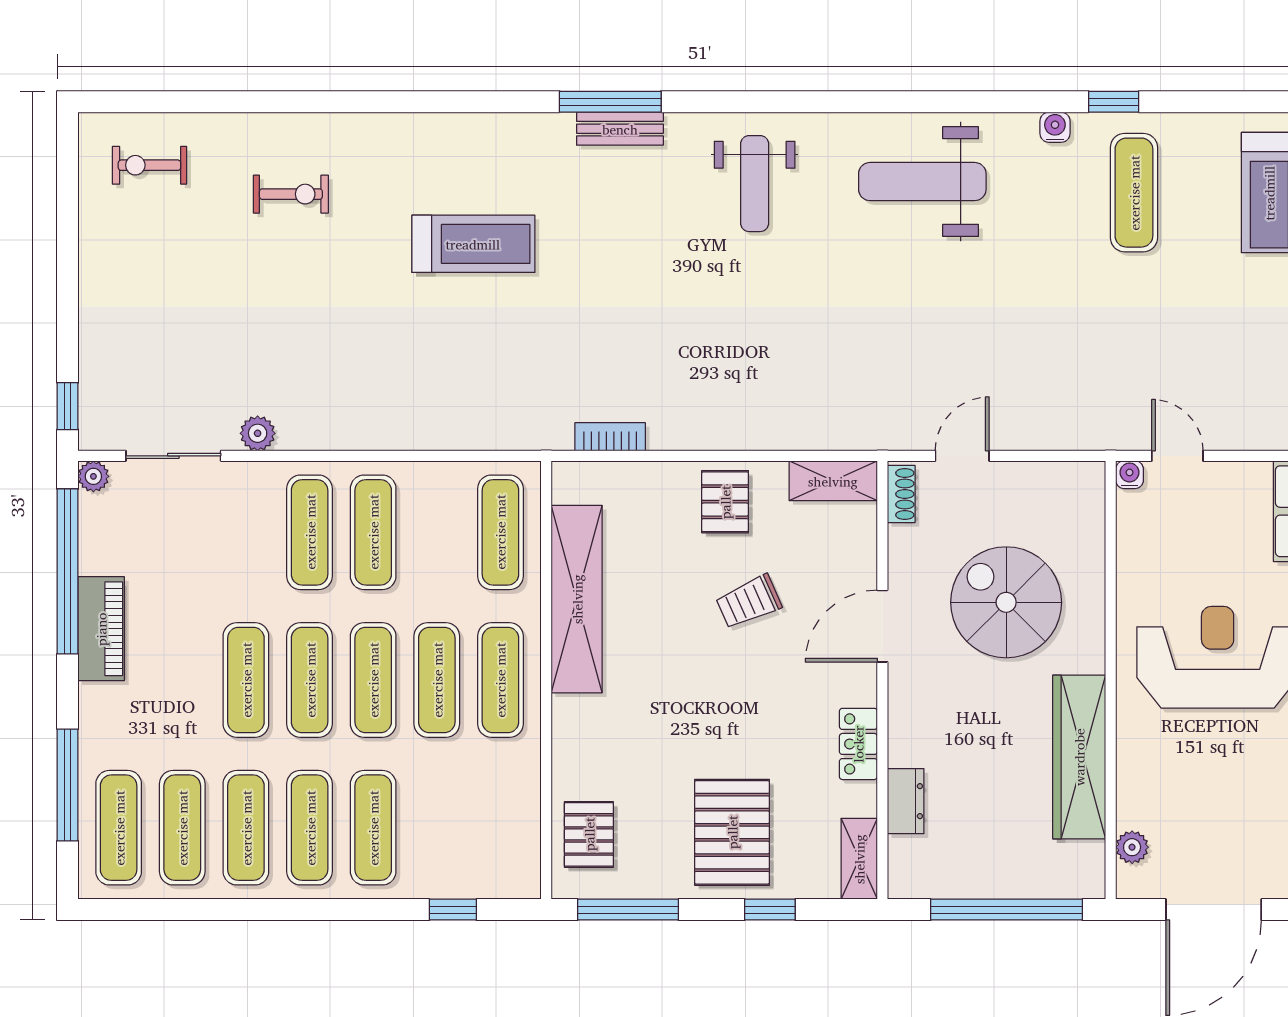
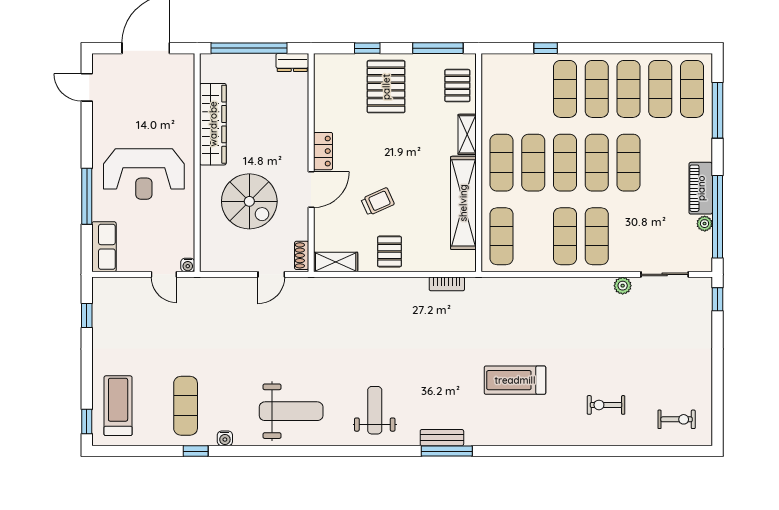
plant: (93, 476) -> (705, 224), moved
locker: (858, 744) -> (323, 151), moved
dresser: (906, 801) -> (292, 62), moved, turned -90
plant: (1132, 847) -> (186, 79), removed
shelving: (859, 859) -> (467, 134), moved
window: (453, 910) -> (546, 48), moved

